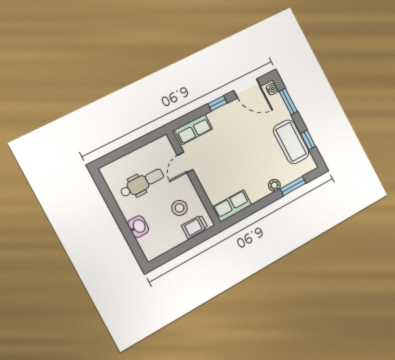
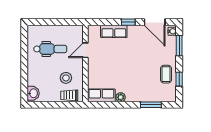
row of seats: (194, 129) -> (114, 31), moved
coffee table: (291, 142) -> (166, 74), width x0.54, depth x0.58
plant: (274, 185) -> (121, 97), moved
washbasin: (138, 227) -> (33, 93), moved

